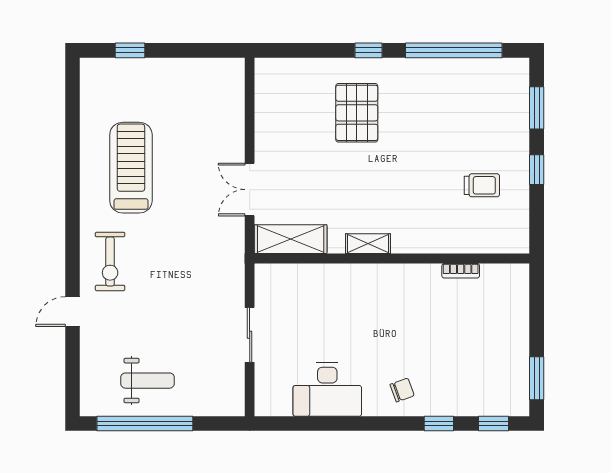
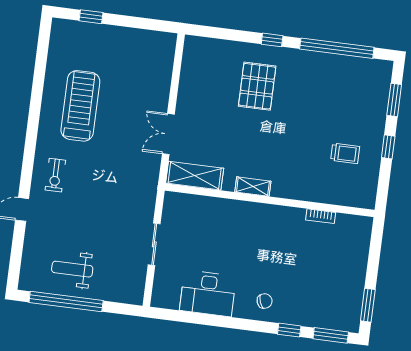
exercise bike: (110, 262) -> (55, 175), width x0.73, depth x0.72
weight bench: (147, 381) -> (72, 269), turned 180
window: (493, 424) -> (331, 335), width x1.50

